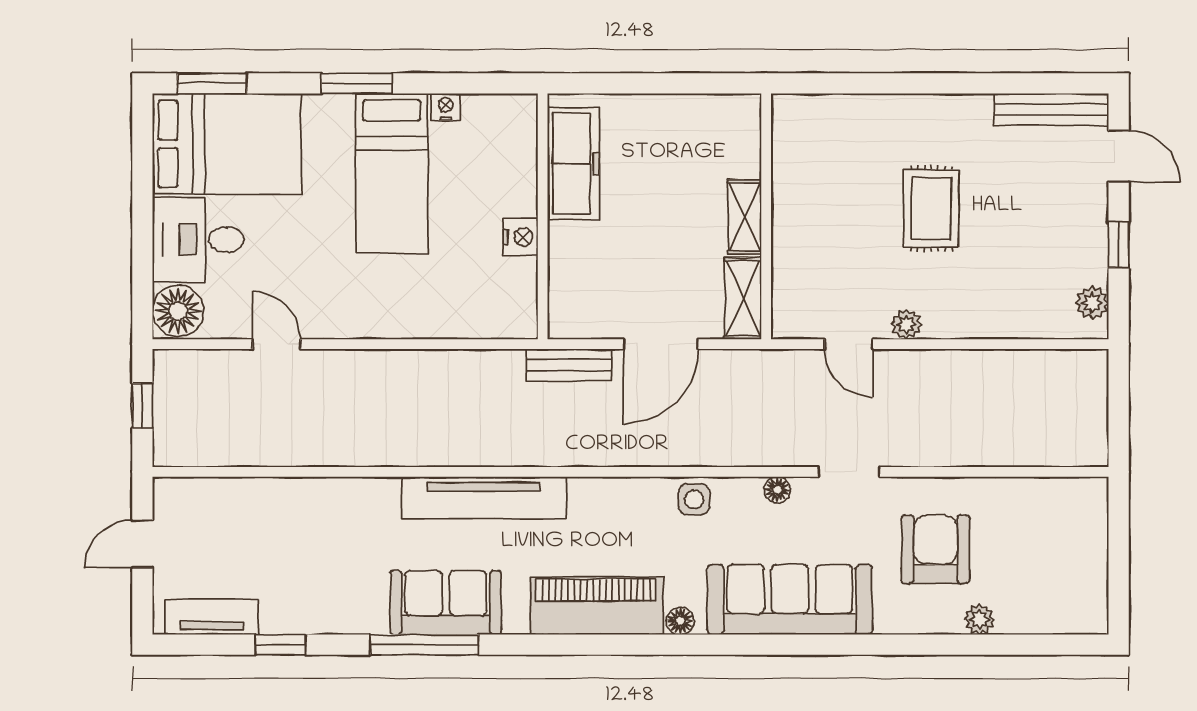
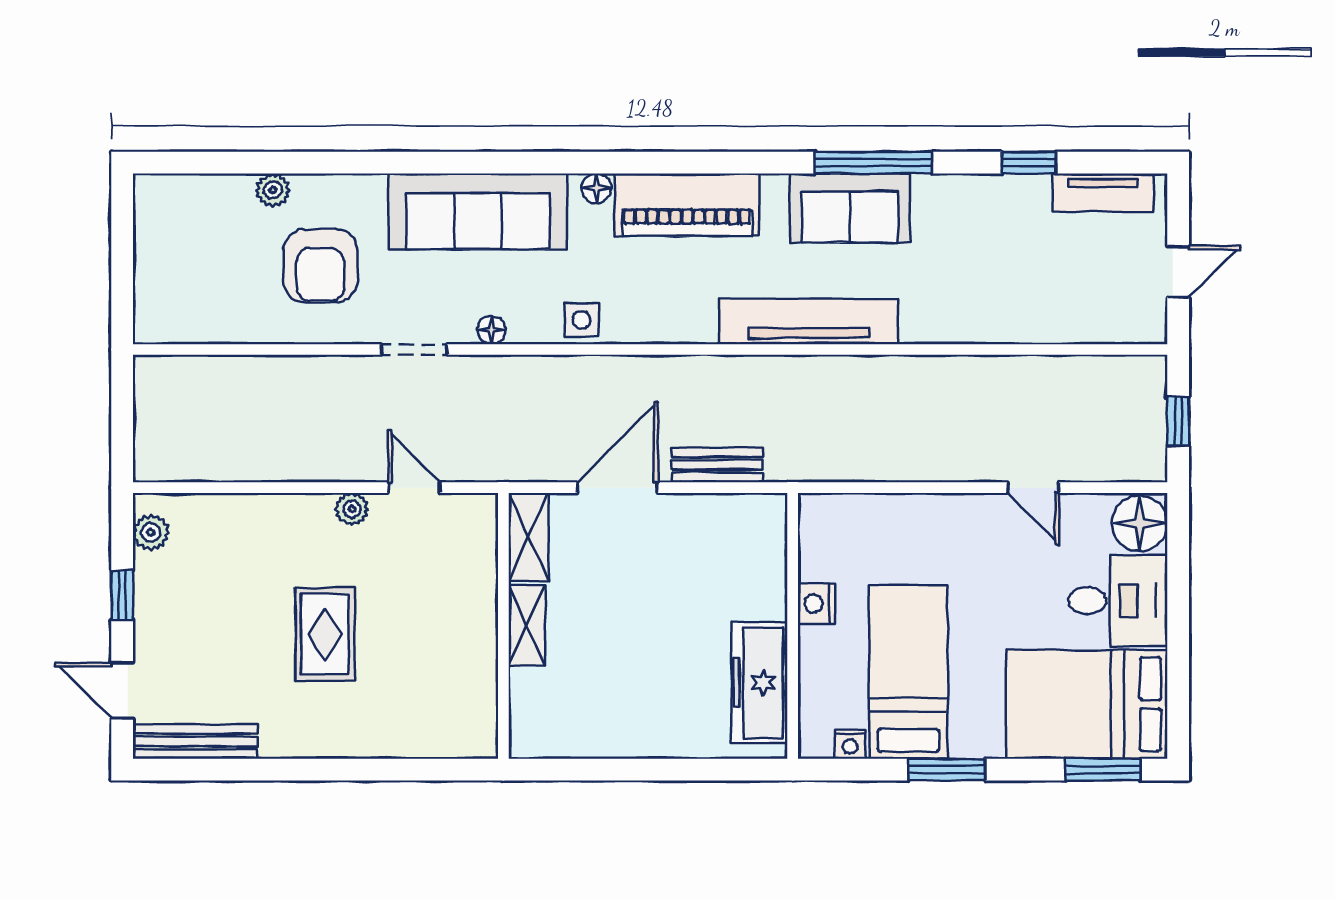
freezer: (573, 164) -> (759, 683), moved
wall: (543, 216) -> (793, 626), moved
nightstand: (521, 237) -> (817, 604), moved

